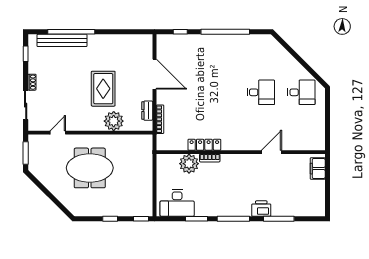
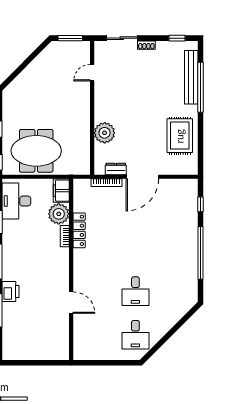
door: (155, 74) -> (142, 177), moved
rug: (103, 89) -> (180, 136), moved, turned 90
door: (58, 133) -> (92, 73), swing flipped
meeting table: (90, 168) -> (36, 151), moved, turned 90
filing cabinet: (318, 169) -> (61, 191), moved, turned -90

